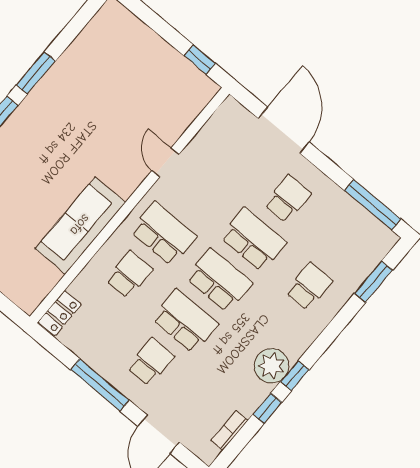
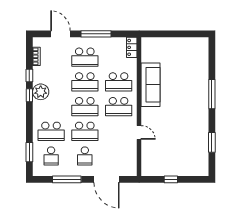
window: (200, 60) -> (171, 179), moved
window: (36, 73) -> (212, 142), moved
window: (373, 205) -> (67, 179), moved
school desk: (343, 246) -> (51, 156), added
school desk: (129, 274) -> (119, 82), width x1.85
school desk: (309, 286) -> (51, 131), width x1.85
school desk: (151, 362) -> (85, 57), width x1.85

